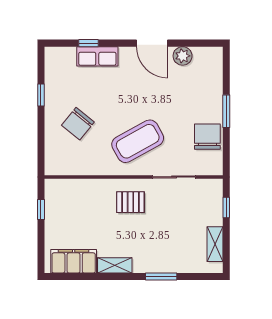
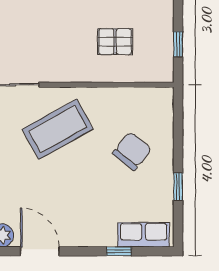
row of seats: (97, 56) -> (144, 235), moved
pallet: (130, 202) -> (115, 42), moved

